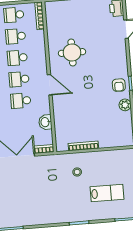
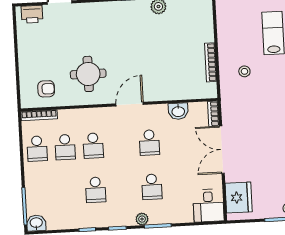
school desk: (19, 79) -> (121, 144), removed
armchair: (119, 85) -> (46, 89), moved

